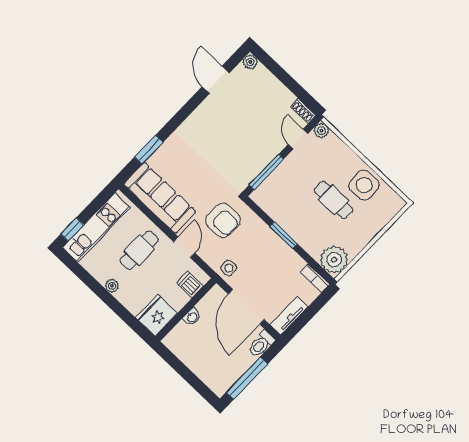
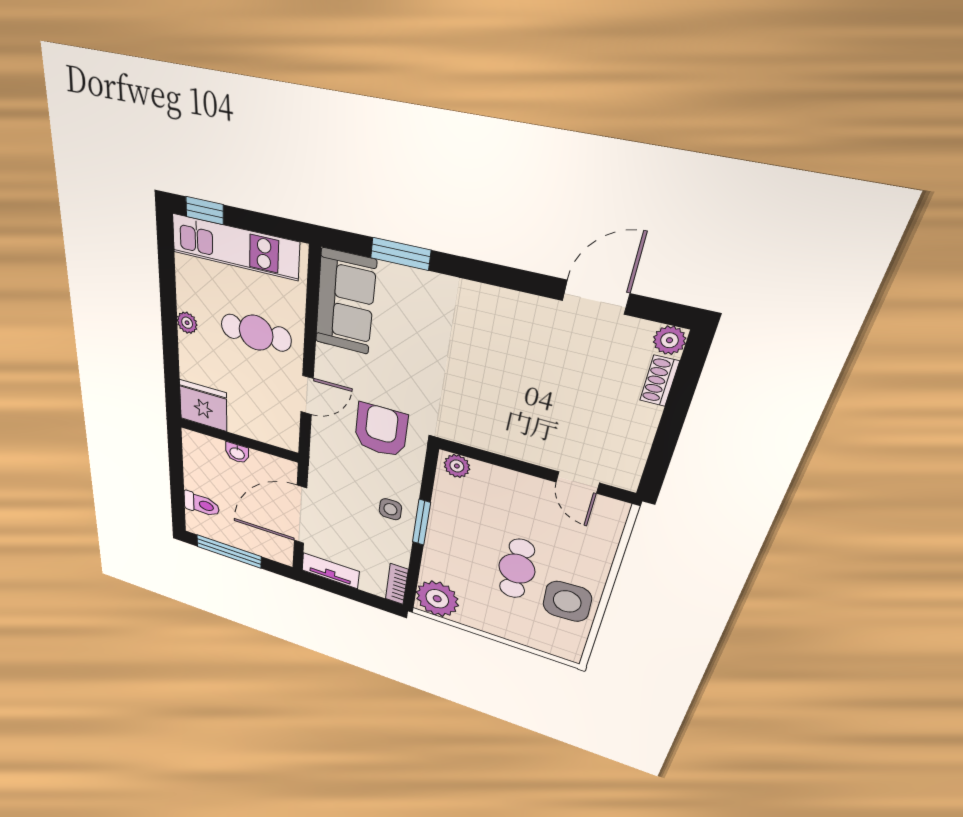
shoe rack: (303, 111) -> (659, 381), moved
plant: (321, 131) -> (457, 466), moved
door: (298, 139) -> (578, 482), swing flipped
window: (266, 172) -> (493, 459), removed
sofa: (160, 198) -> (345, 302), width x0.73
armchair: (223, 220) -> (381, 430), turned 180
side table: (229, 268) -> (390, 509), moved
dishwasher: (190, 285) -> (270, 429), removed
toilet: (261, 344) -> (202, 504), moved, turned 180

